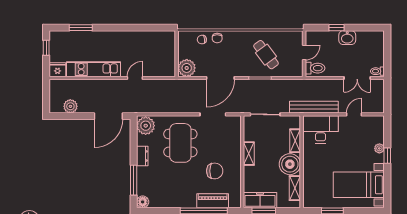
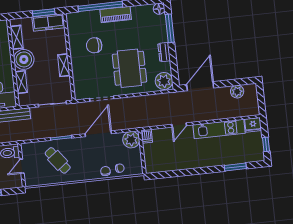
dishwasher: (170, 70) -> (147, 136), added
piano: (213, 201) -> (116, 14), moved

